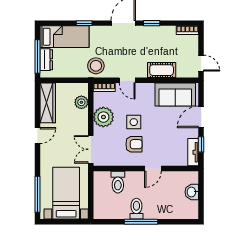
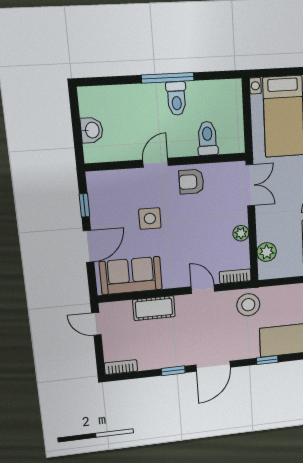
plant: (103, 117) -> (241, 233), width x0.53, depth x0.53
side table: (134, 122) -> (150, 219), moved
armchair: (134, 144) -> (191, 182), moved
tv unit: (193, 152) -> (95, 192), removed

